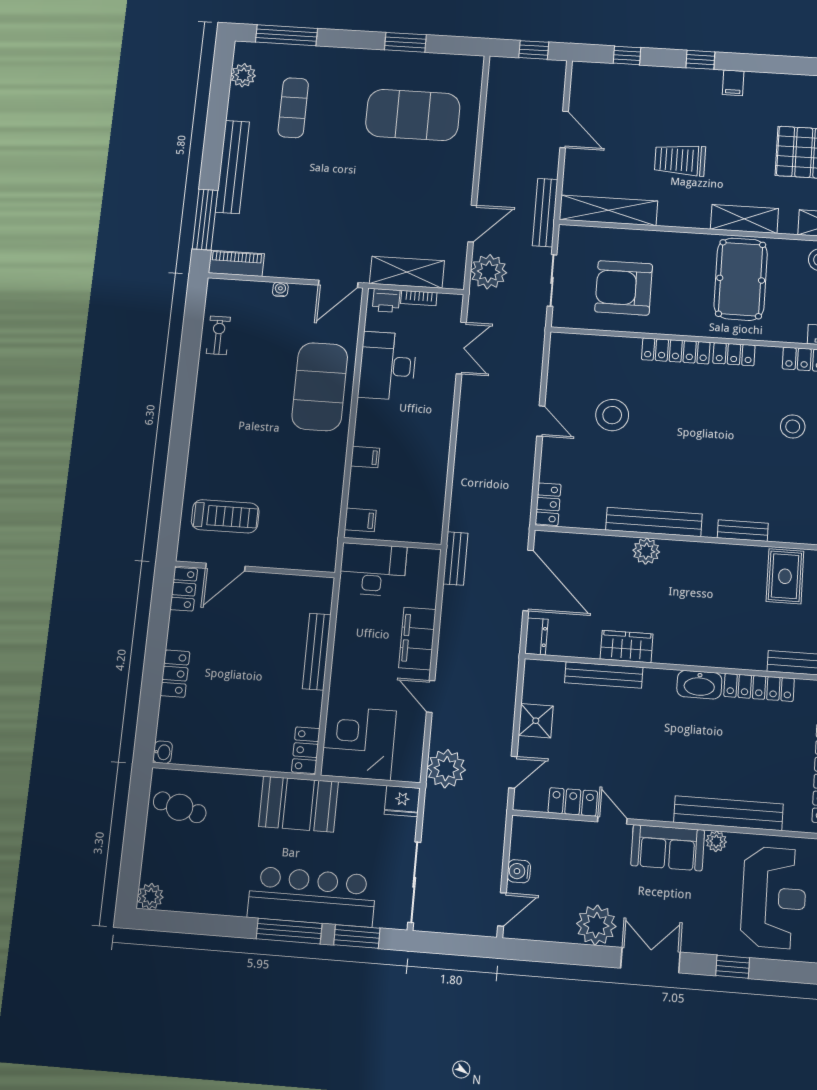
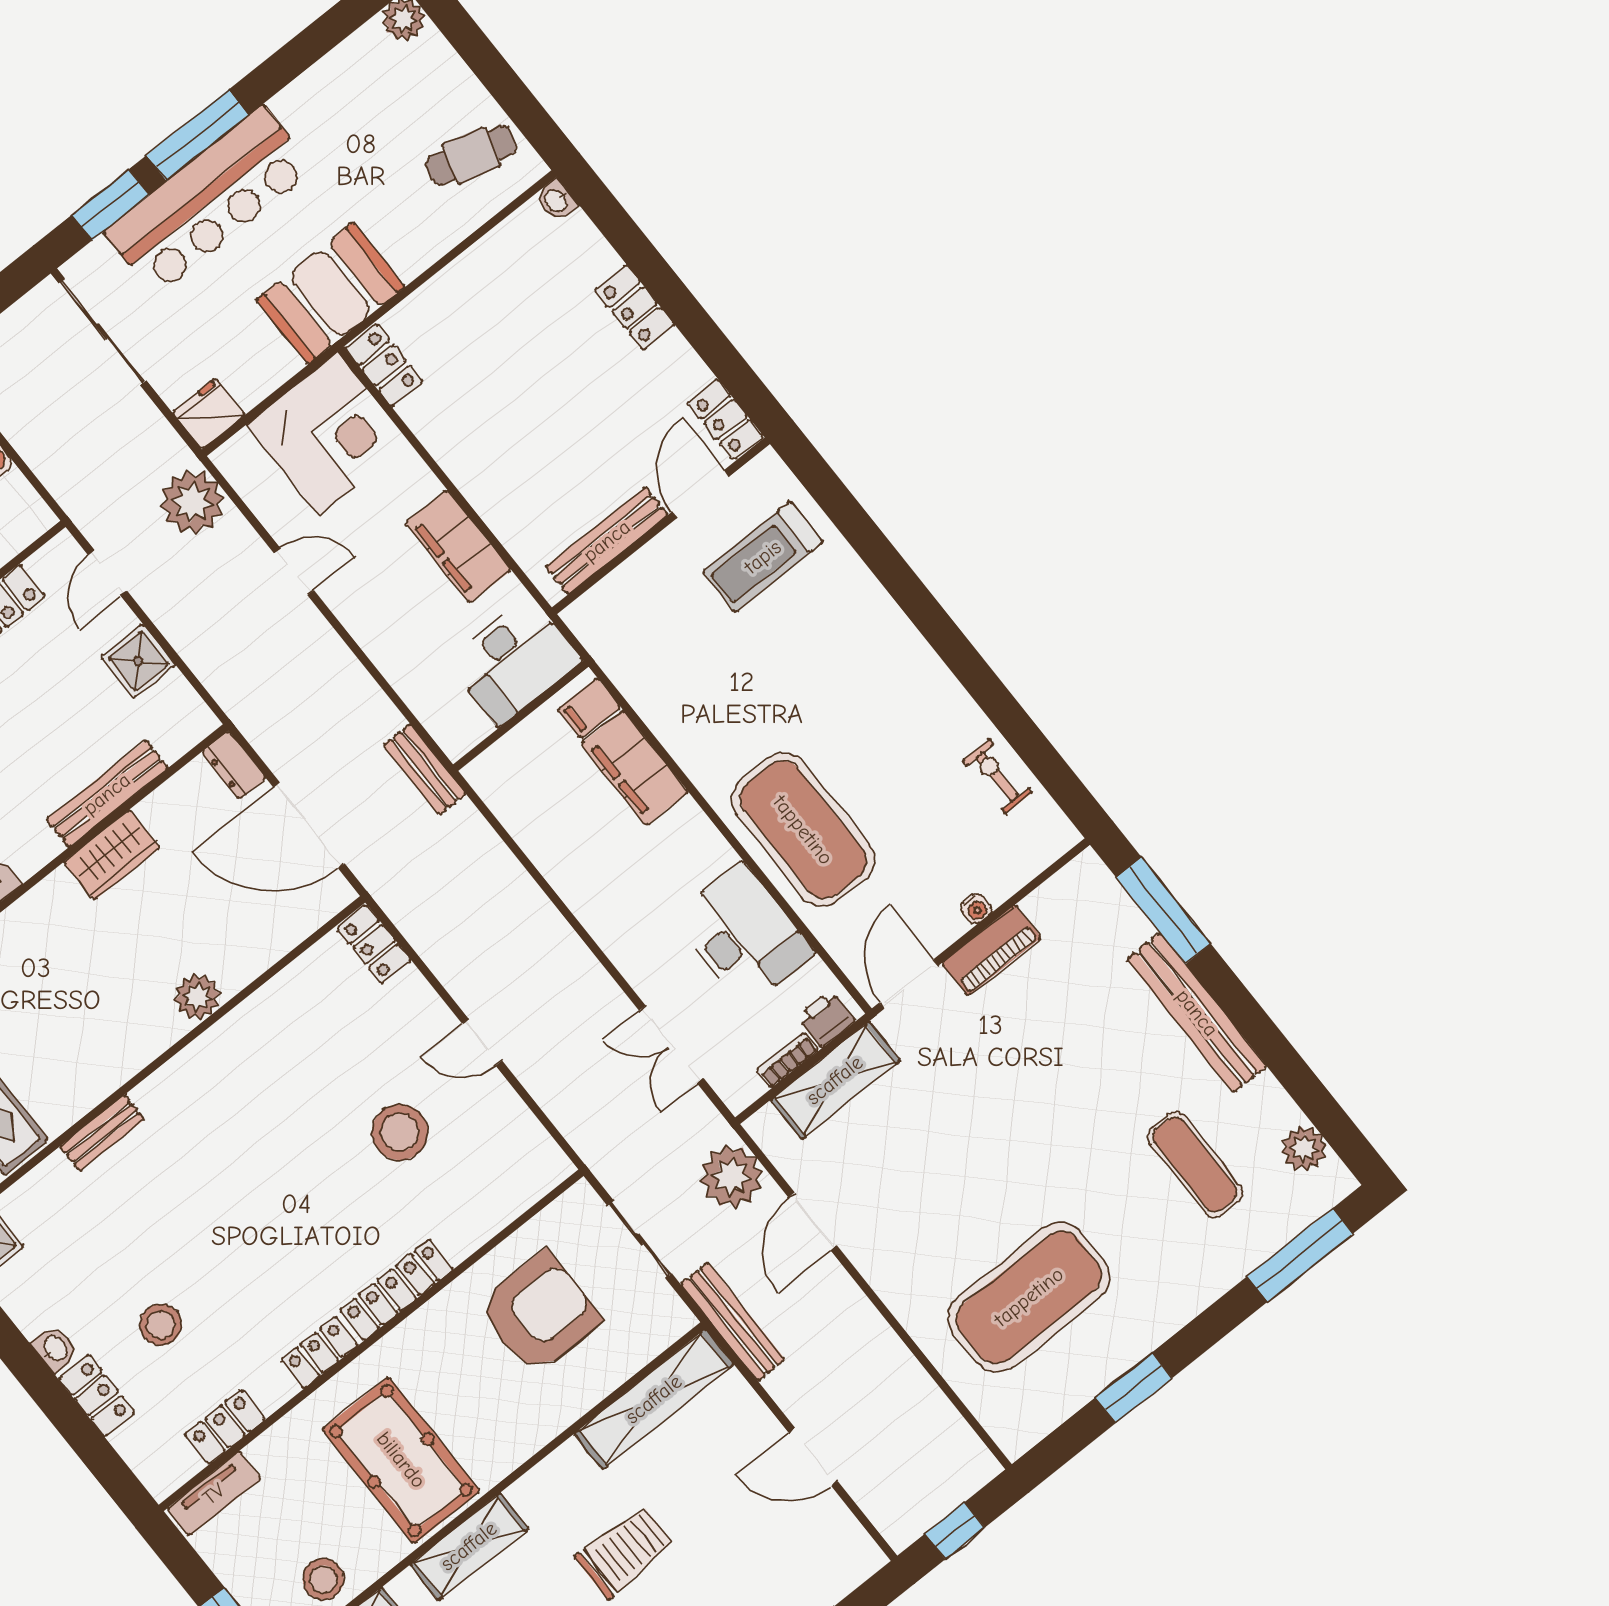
piano: (236, 263) -> (991, 950), moved
exercise bike: (218, 335) -> (997, 777), turned 180
filing cabinet: (365, 457) -> (634, 768), width x3.00, depth x1.17
bench: (654, 522) -> (222, 1042), removed
filing cabinet: (417, 639) -> (458, 546), moved, turned 180
bench: (317, 652) -> (607, 541), moved, turned 90

